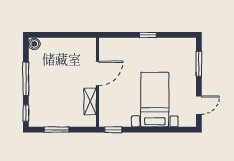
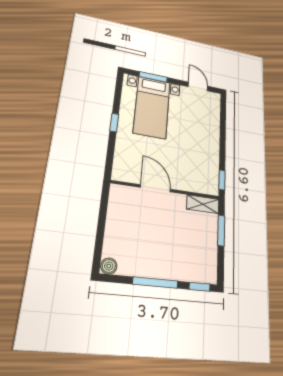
bed with nightstands: (155, 100) -> (152, 107), moved, turned -90
shelving: (90, 101) -> (203, 204), moved
window: (57, 130) -> (221, 230), moved

